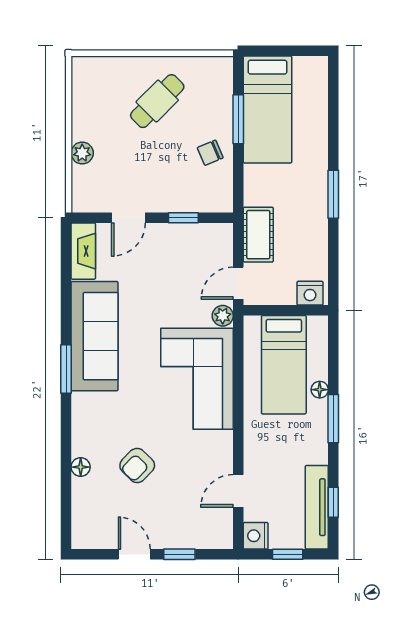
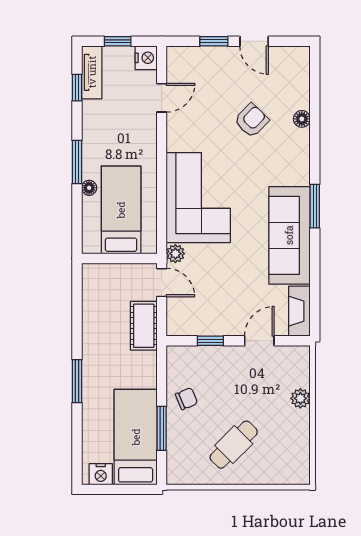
window: (333, 194) -> (77, 381), moved
door: (238, 283) -> (162, 283), hinge flipped
nightstand: (310, 293) -> (101, 474), moved, turned 180
tv unit: (317, 507) -> (92, 72), width x0.71

